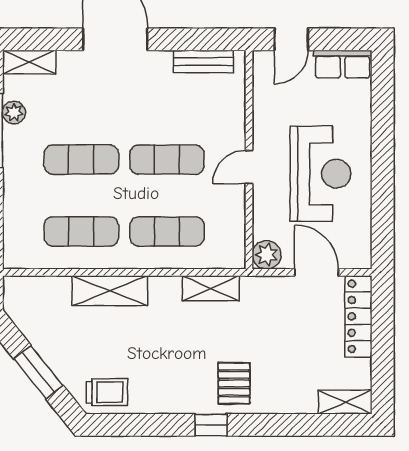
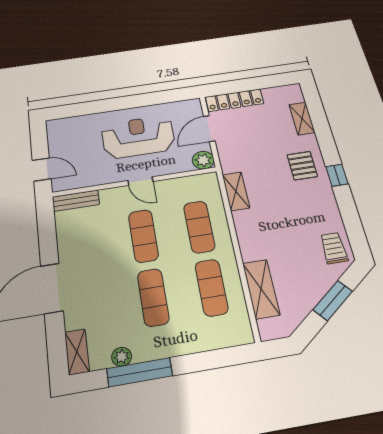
bench: (203, 61) -> (76, 201), moved, turned 90
row of seats: (343, 64) -> (57, 136), removed
shelving: (110, 291) -> (261, 289), moved
pallet: (234, 383) -> (302, 166), turned 90
shelving: (345, 402) -> (302, 118), moved

